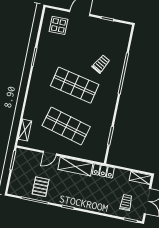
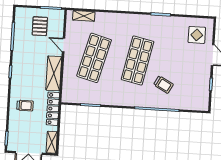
locker: (103, 171) -> (53, 109), width x1.53
pallet: (41, 187) -> (40, 26), moved, turned 90
trolley: (126, 202) -> (25, 106), moved

